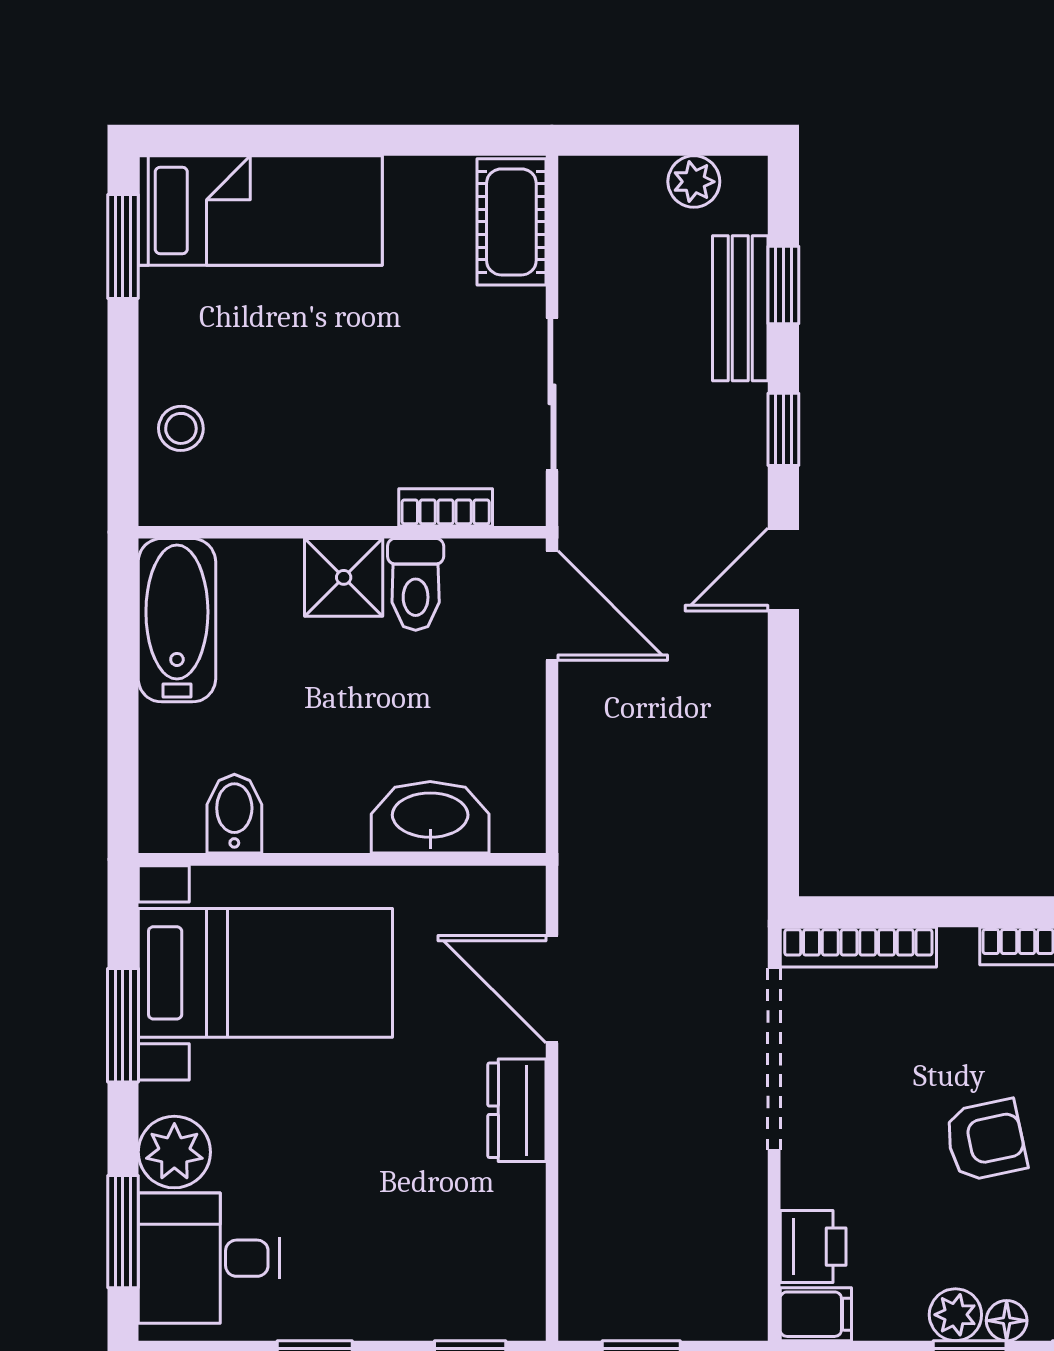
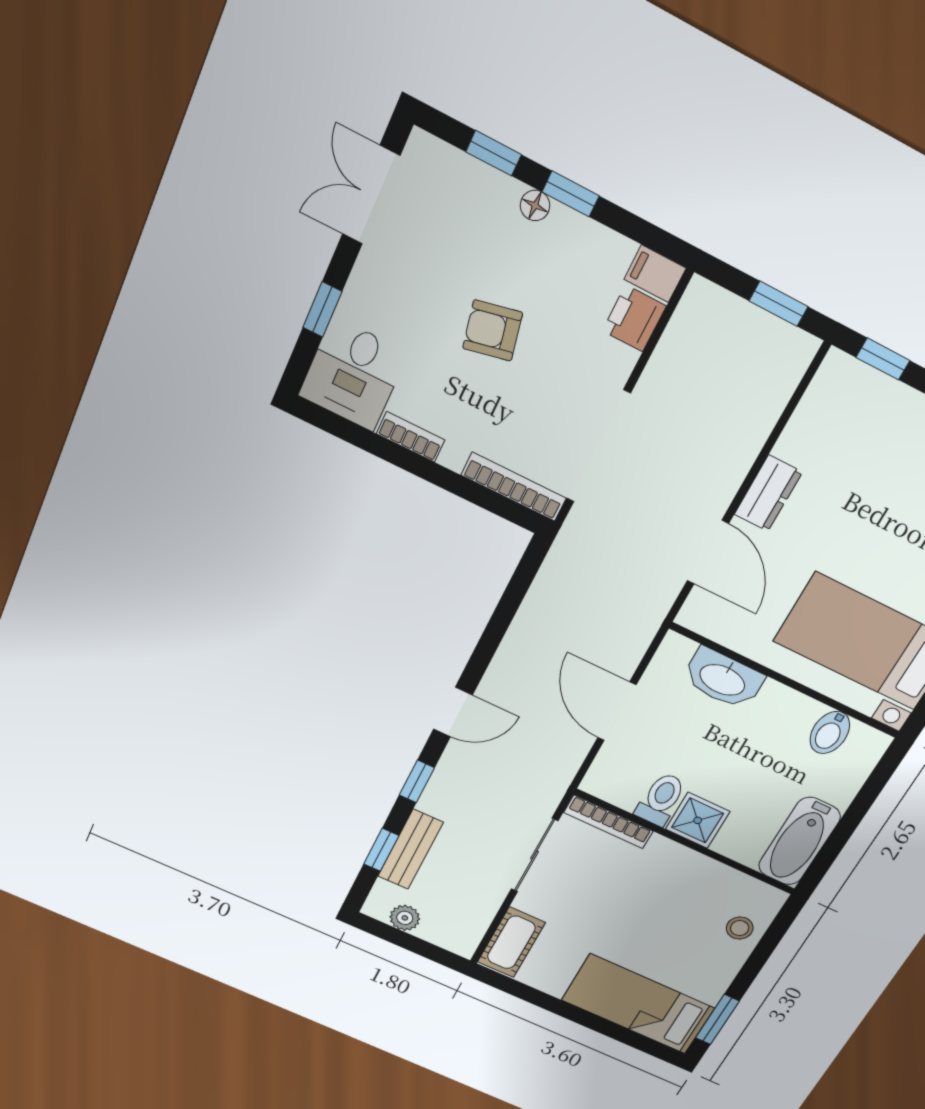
bookcase: (446, 507) -> (608, 822), width x1.56
door: (552, 606) -> (617, 711), moved
plant: (955, 1315) -> (566, 227), removed

